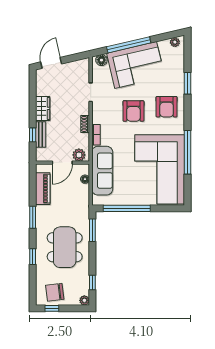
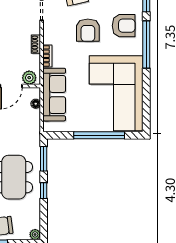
armchair: (167, 107) -> (124, 26), turned -90
window: (187, 152) -> (146, 45), moved
window: (127, 208) -> (99, 135), moved
window: (92, 282) -> (44, 191), moved

